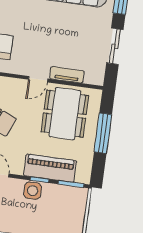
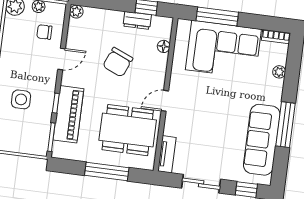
tv unit: (67, 75) -> (167, 154), moved
door: (38, 79) -> (165, 101), hinge flipped
side table: (33, 191) -> (21, 99), moved

